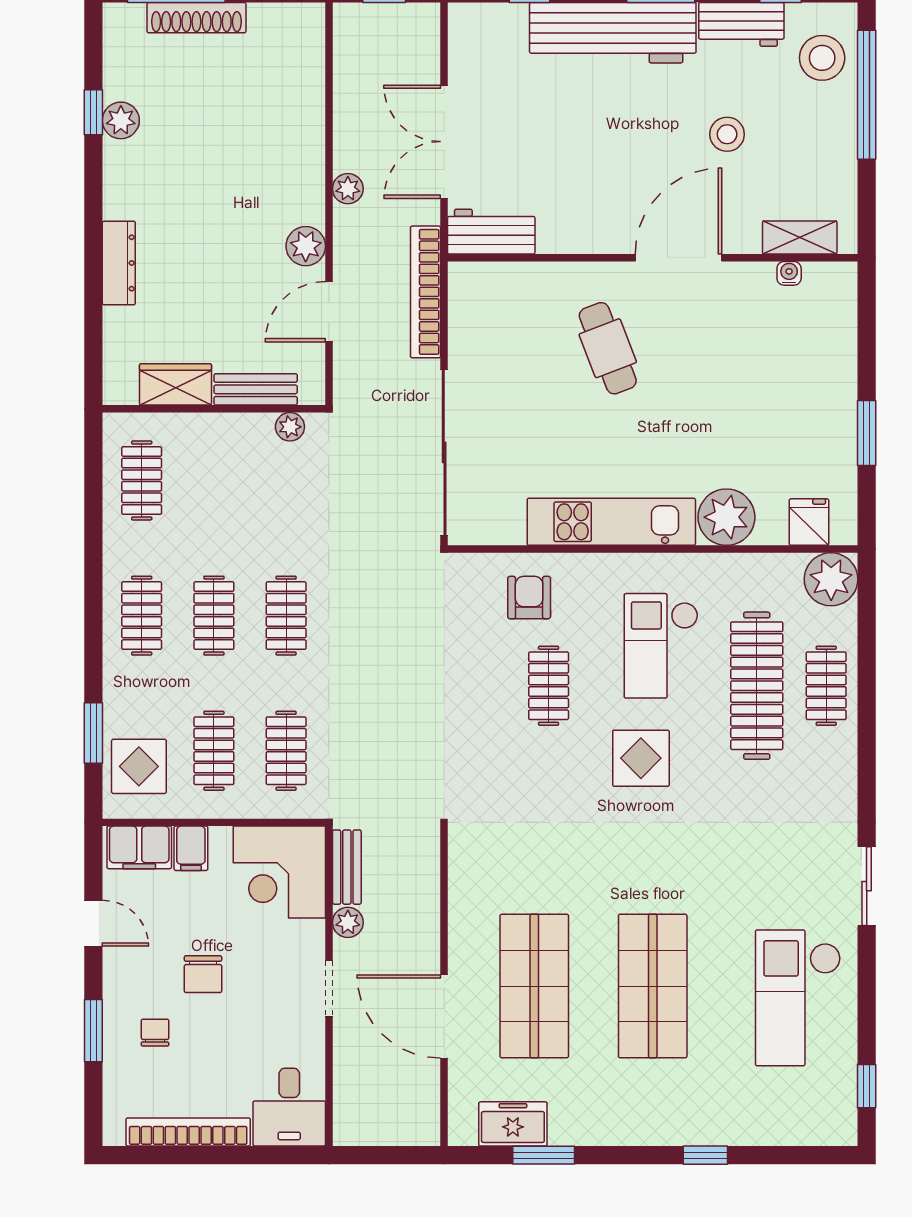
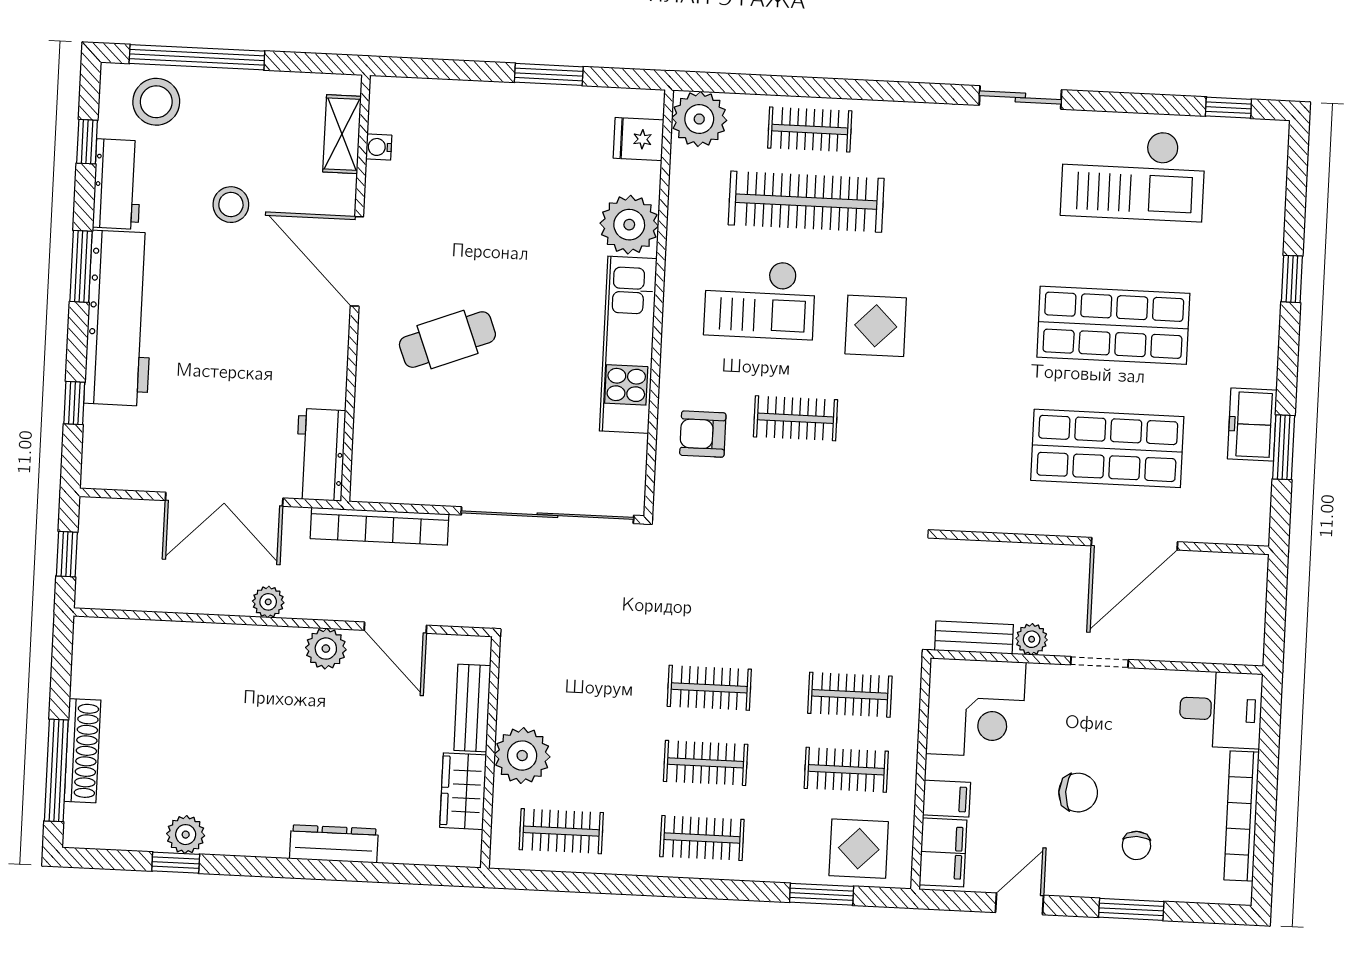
plant: (290, 427) -> (522, 756), moved, width x1.88, depth x1.88
chair: (155, 1033) -> (1136, 845), turned -90
freezer: (513, 1124) -> (1252, 425), moved

